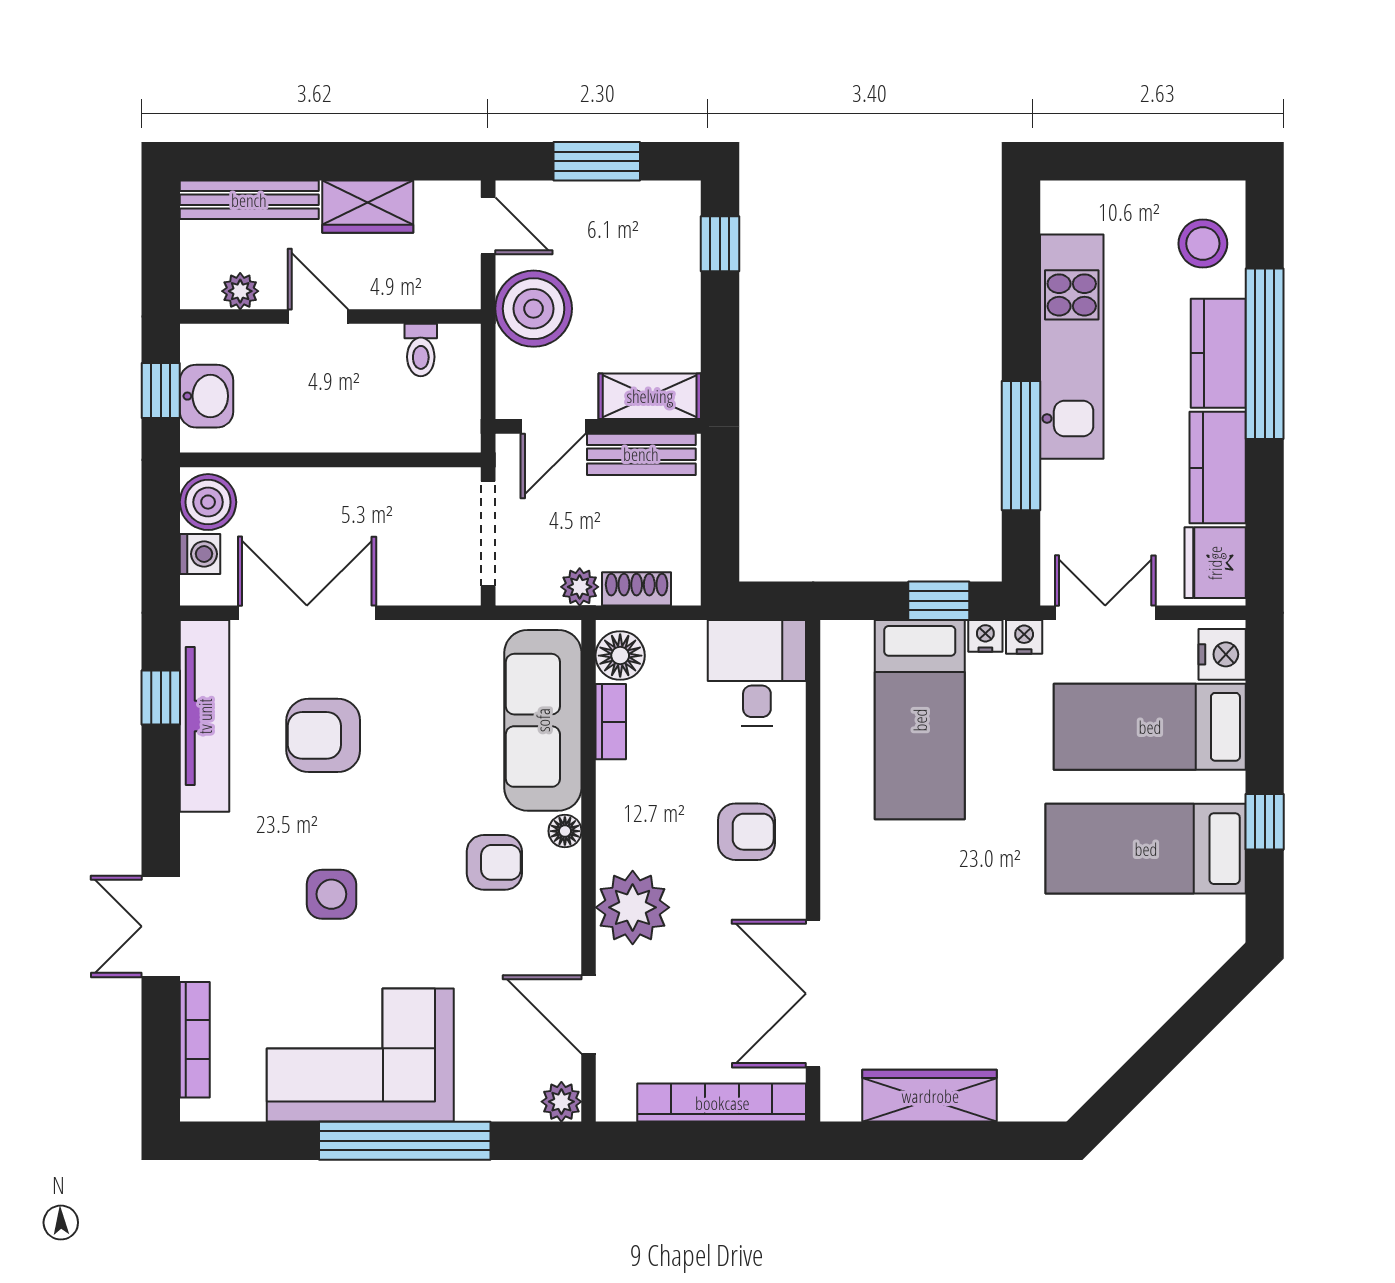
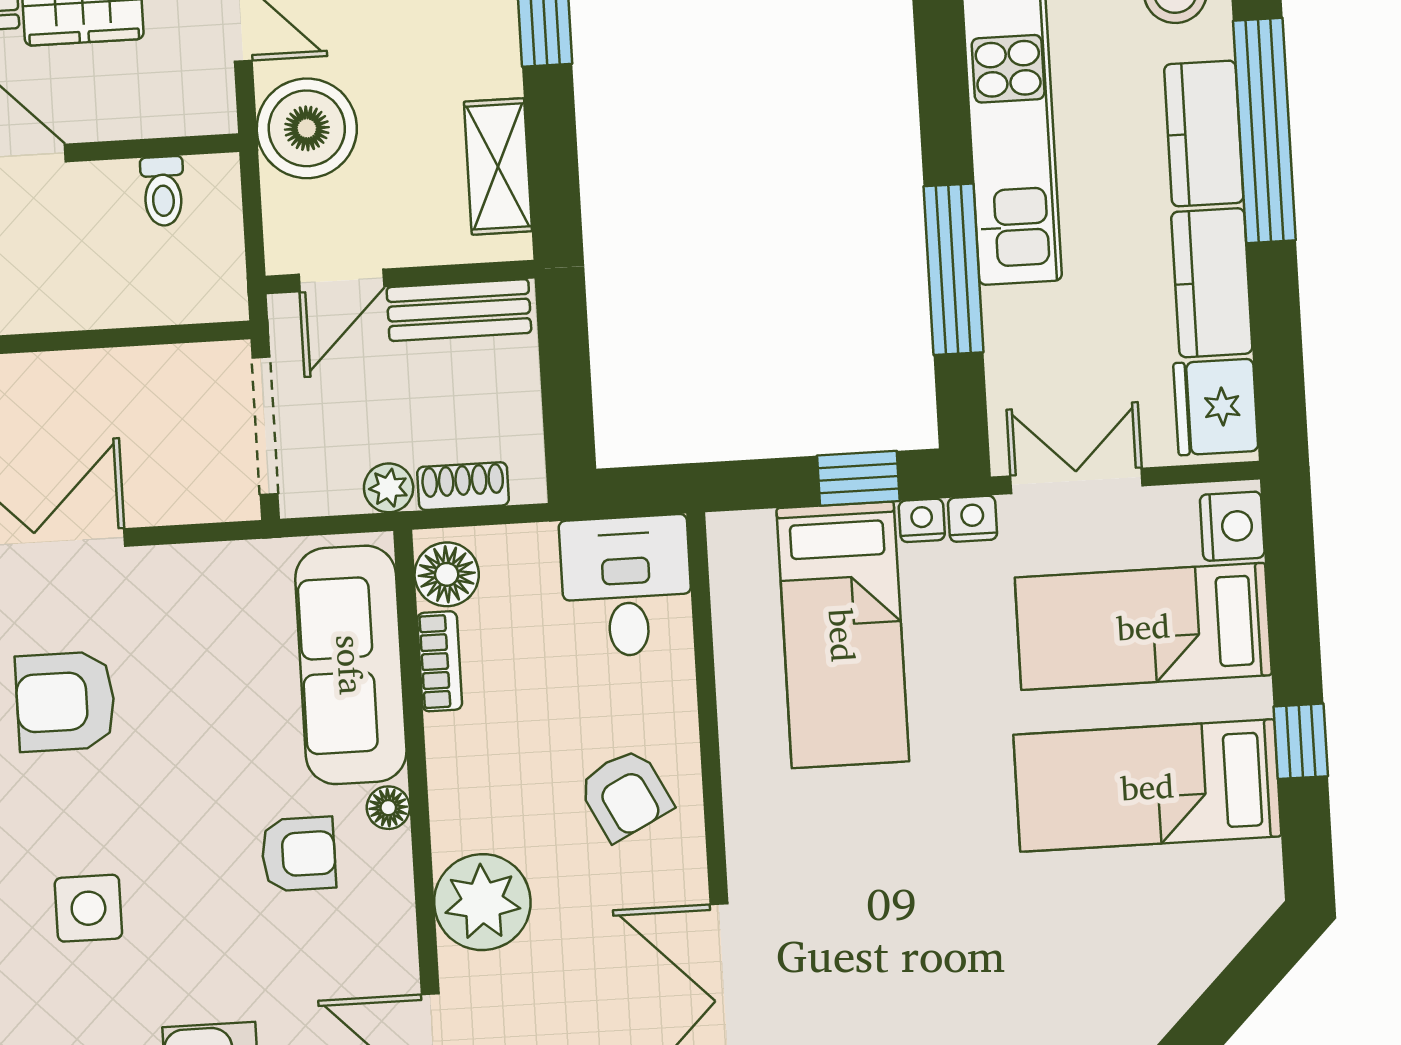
shelving: (650, 396) -> (498, 166), moved, turned 90
armchair: (746, 832) -> (625, 794), turned 63

